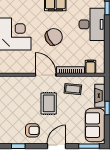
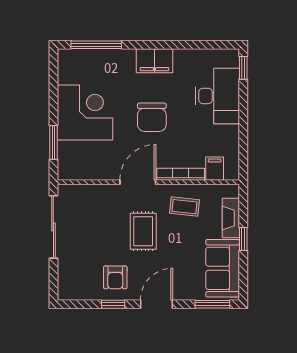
chair: (54, 37) -> (152, 117), turned 119
door: (46, 75) -> (138, 182), hinge flipped
armchair: (32, 130) -> (115, 277), turned 90
window: (18, 146) -> (113, 304), moved

